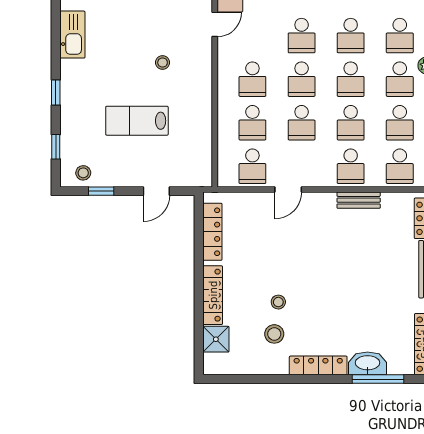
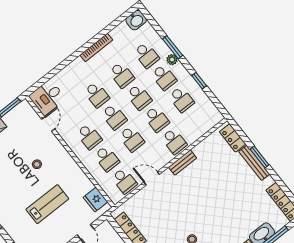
lab bench: (137, 121) -> (47, 204), turned 180
fridge: (200, 161) -> (95, 200), added
school desk: (400, 166) -> (199, 122), removed
door: (288, 189) -> (152, 178), swing flipped
bench: (359, 200) -> (183, 163), moved

